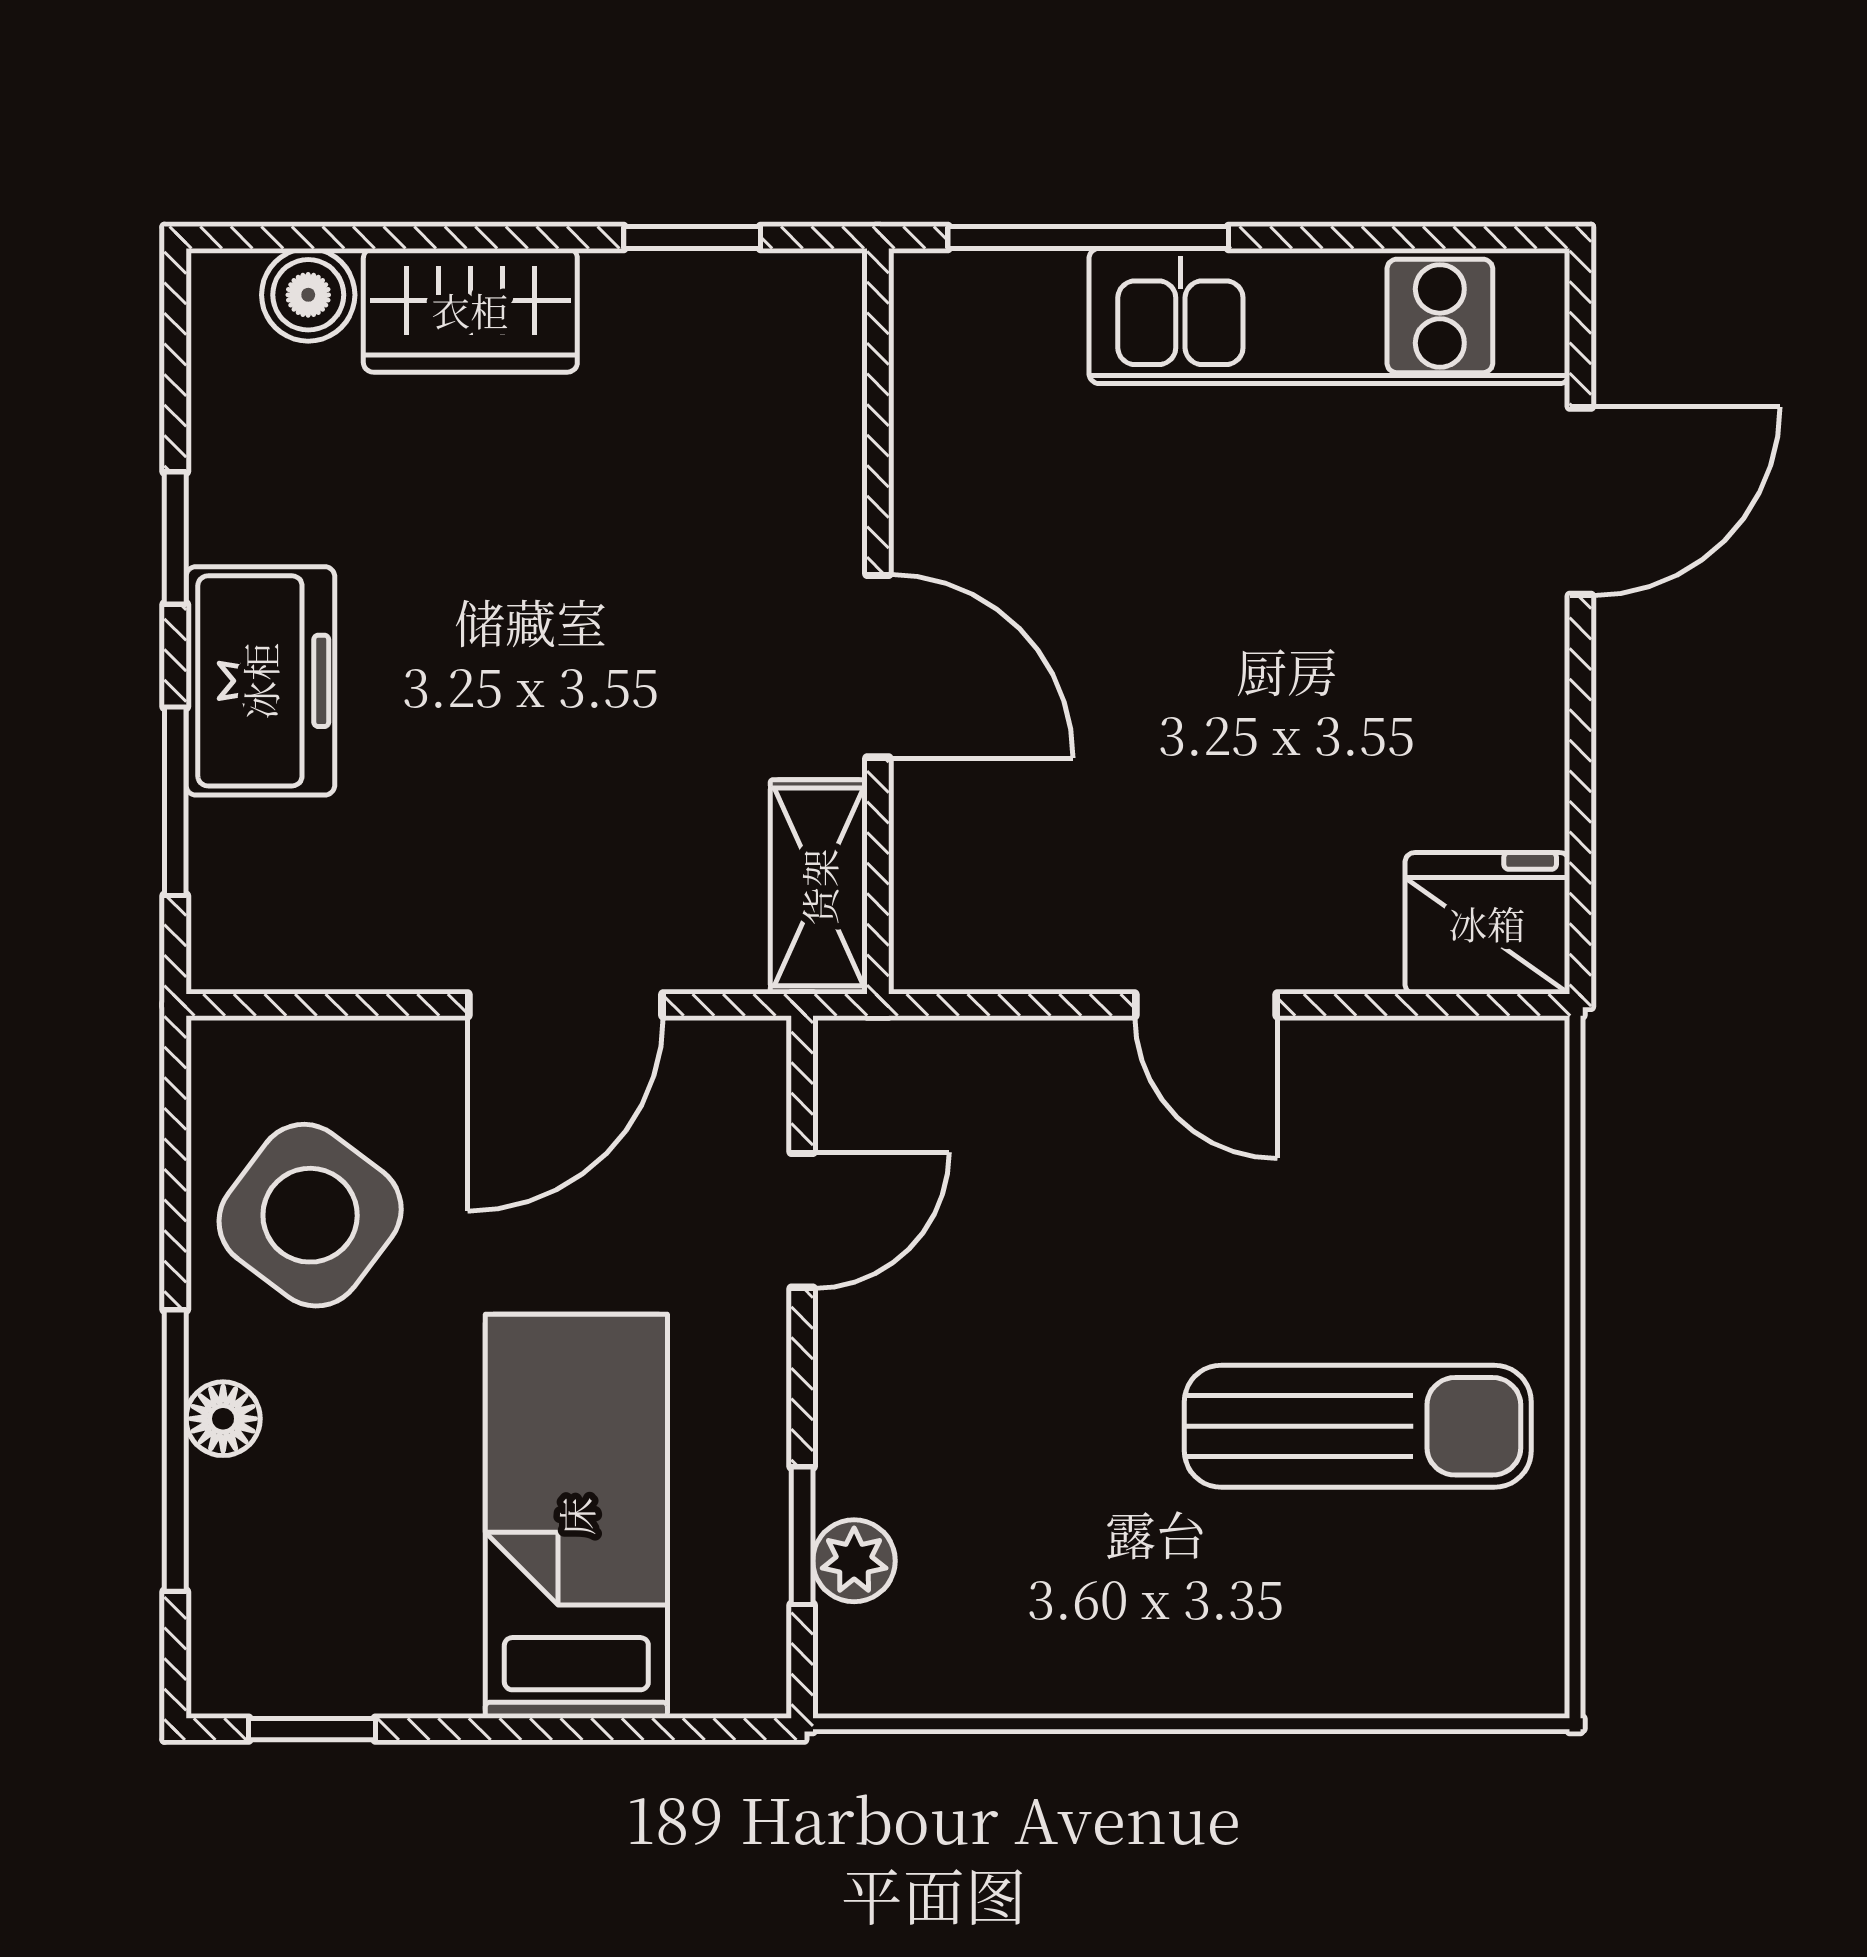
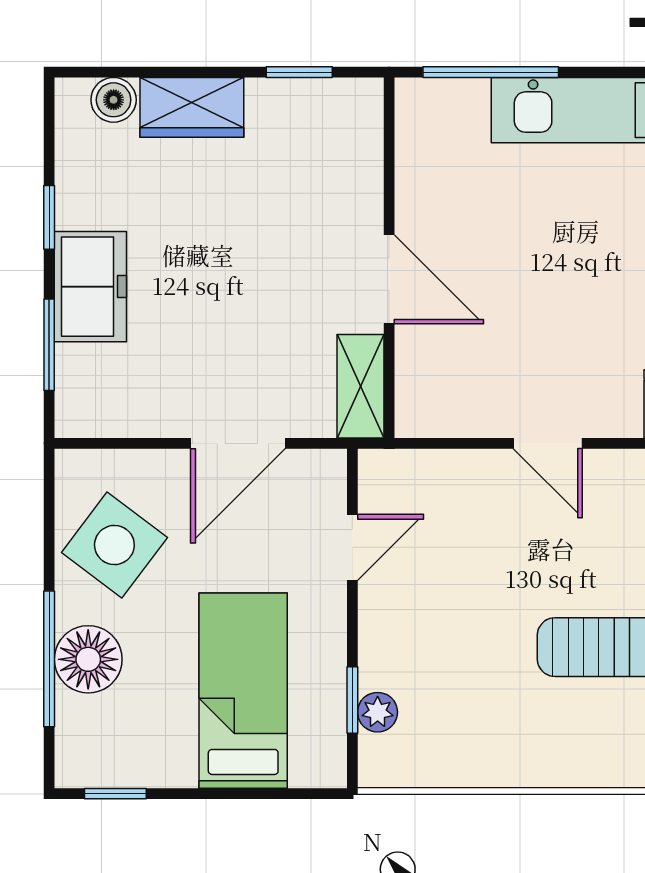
floor lamp: (223, 1419) -> (88, 659), width x1.89, depth x1.89

